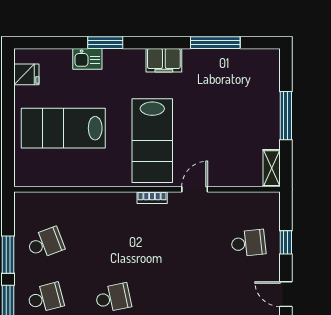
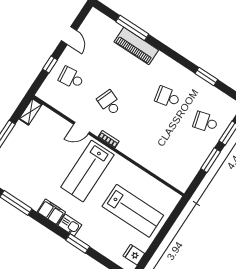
kitchen sink: (87, 59) -> (70, 225), moved
lab bench: (152, 141) -> (87, 171), turned 180
school desk: (45, 243) -> (109, 103), moved, turned 42

